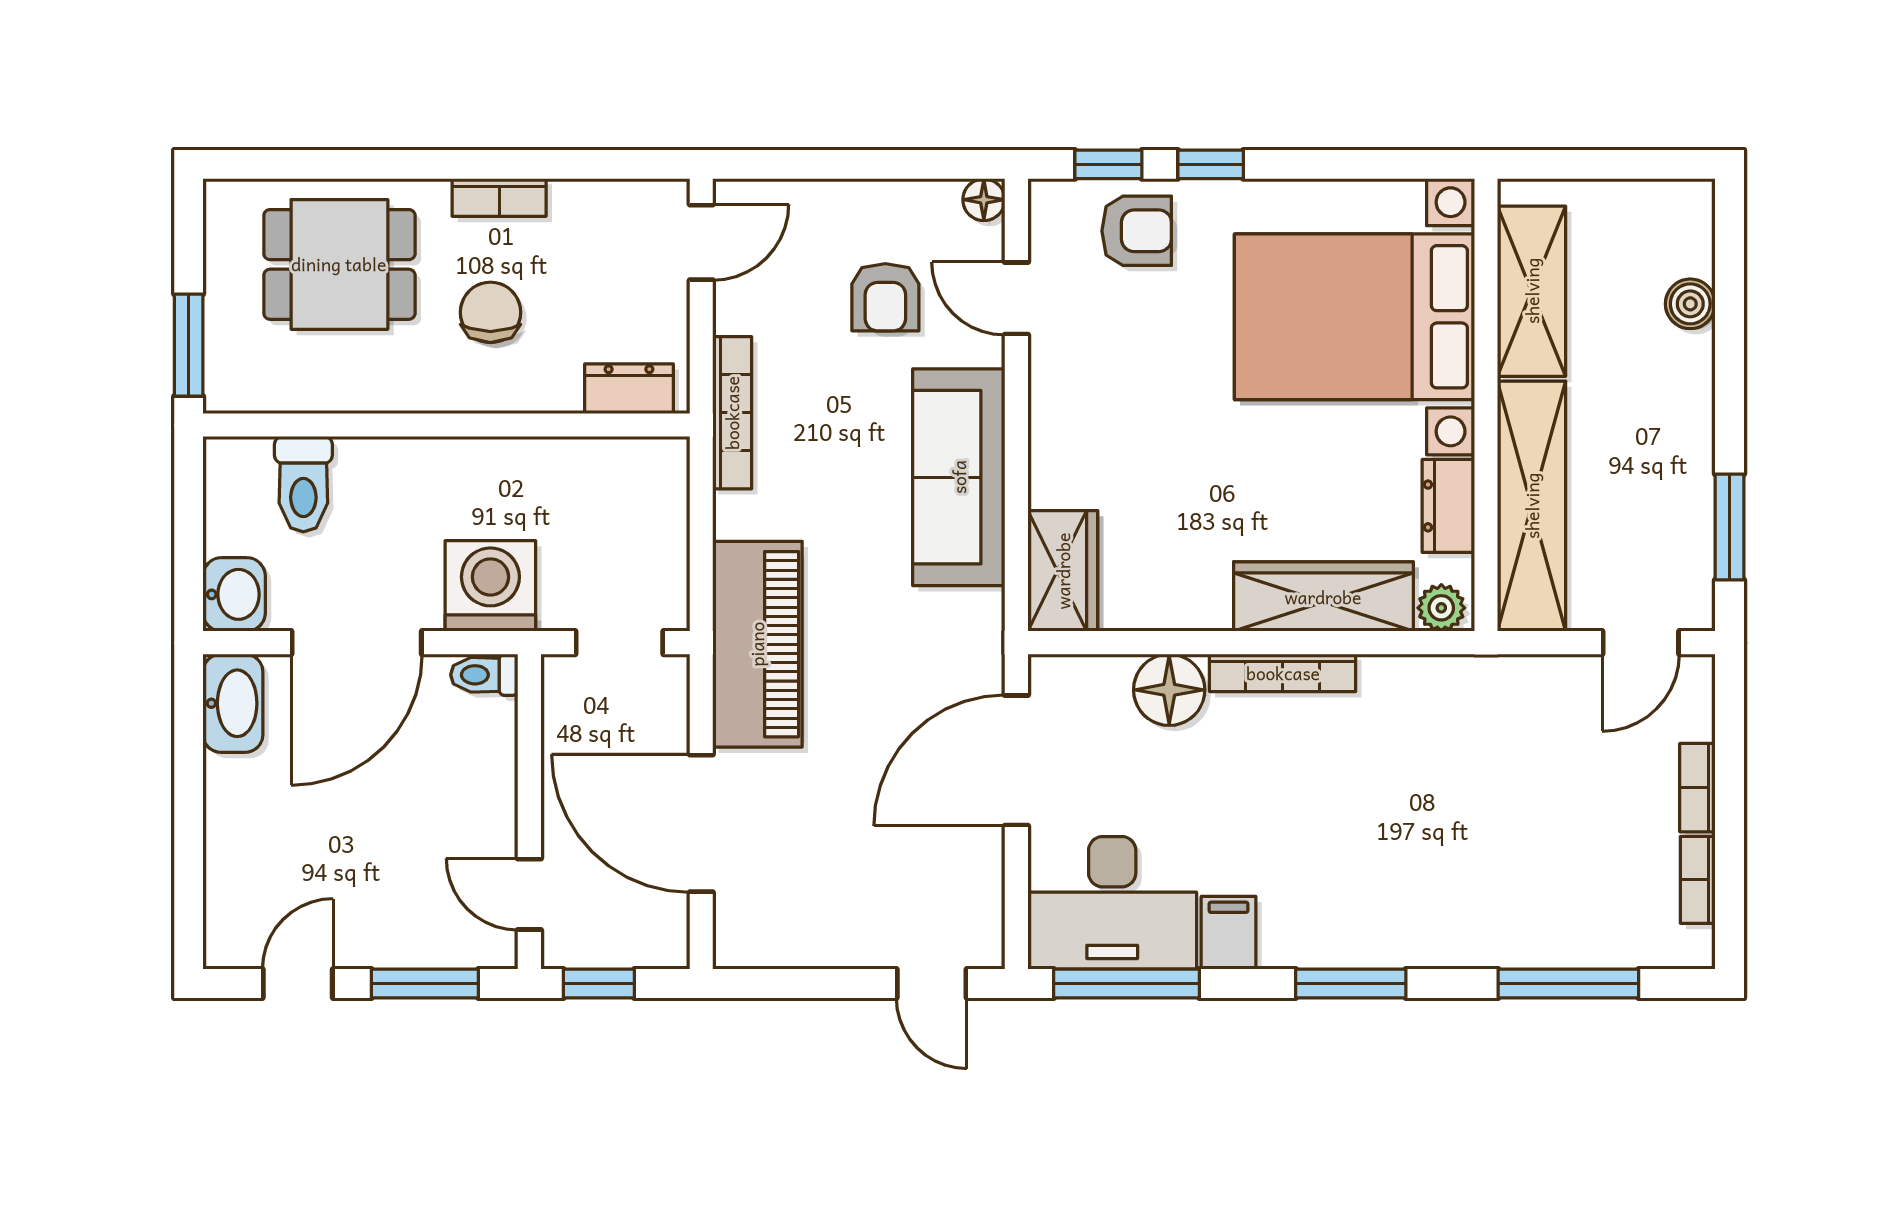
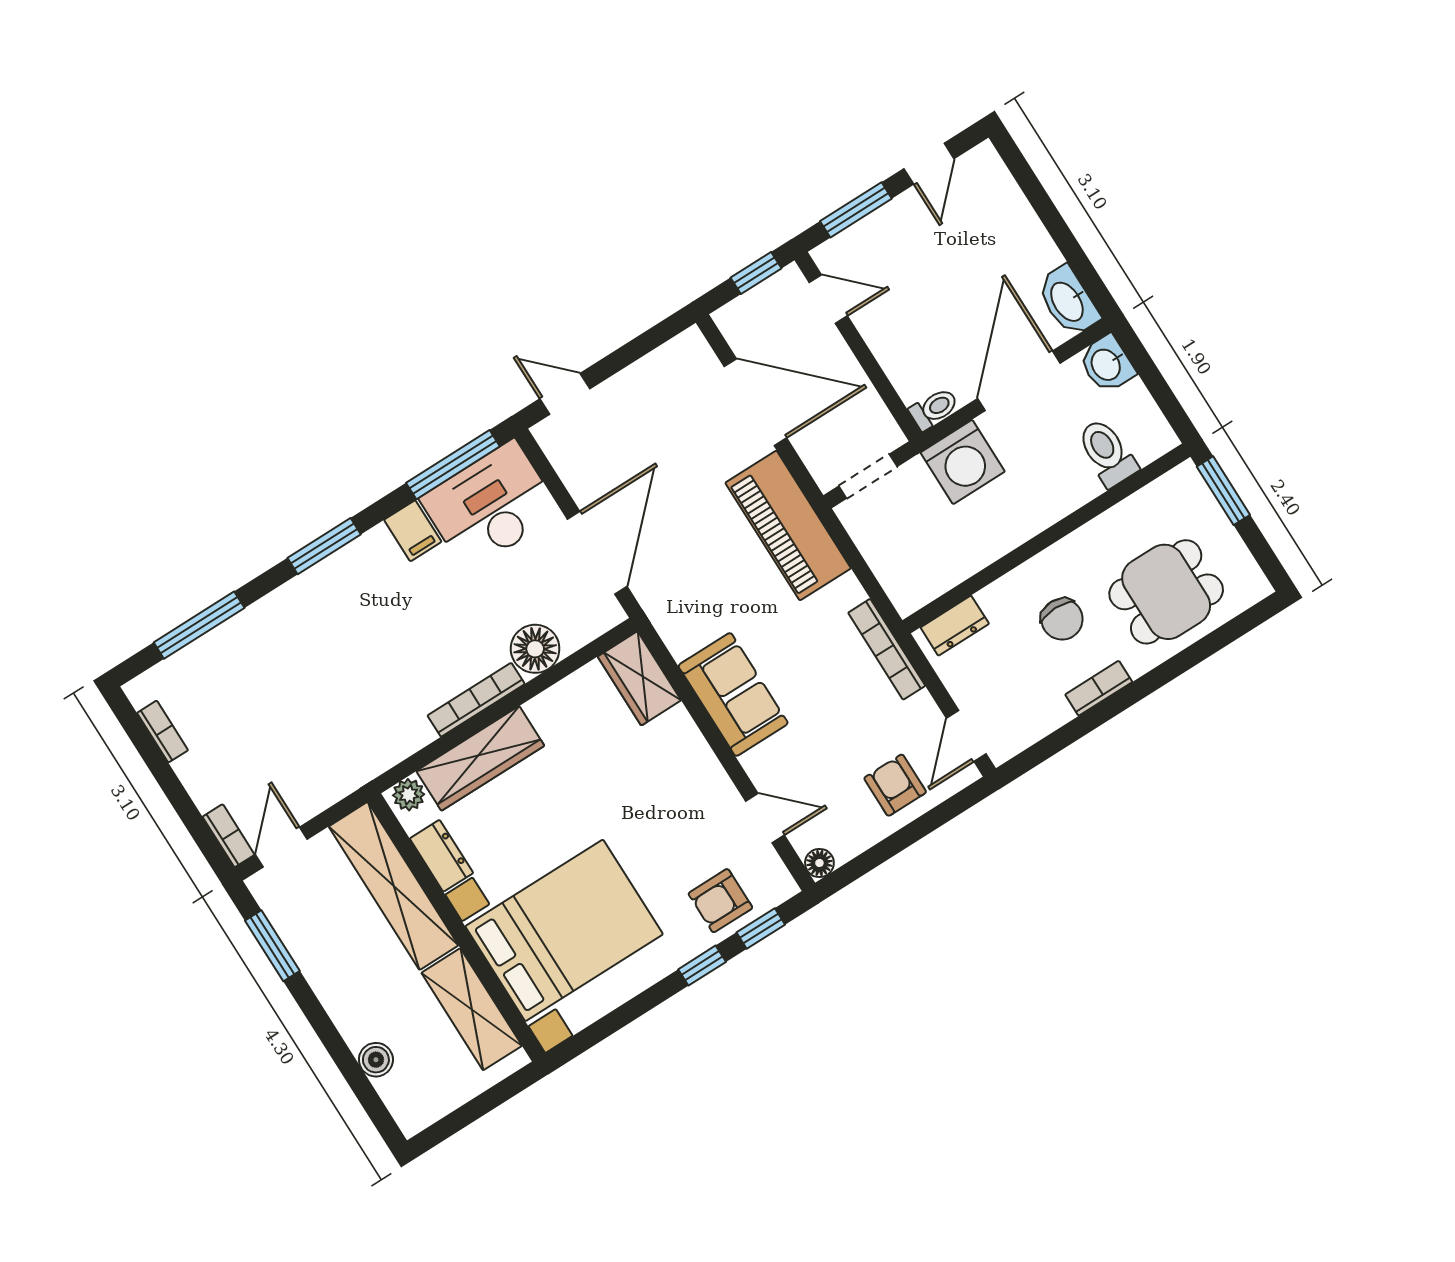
armchair: (885, 297) -> (895, 785), moved
sofa: (959, 477) -> (733, 695), width x0.73
bookcase: (1697, 788) -> (229, 836), moved

